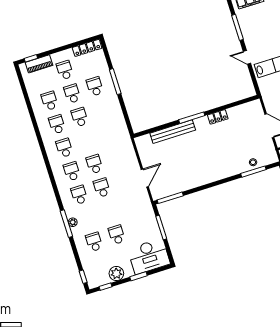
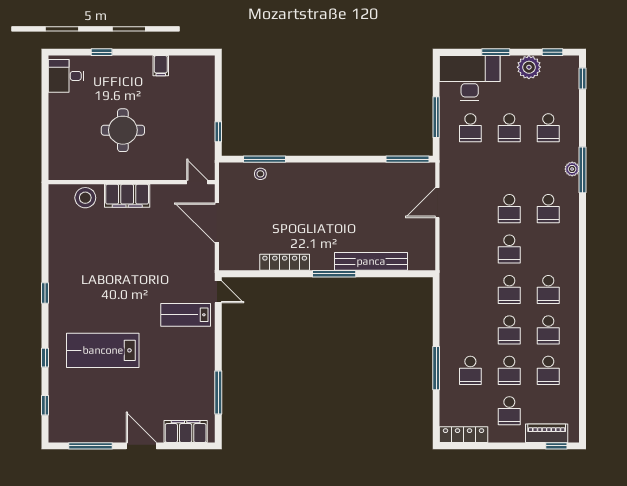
door: (247, 57) -> (218, 292), moved
locker: (218, 117) -> (285, 262), width x1.53
school desk: (72, 171) -> (509, 289), moved
school desk: (139, 228) -> (470, 128), added

